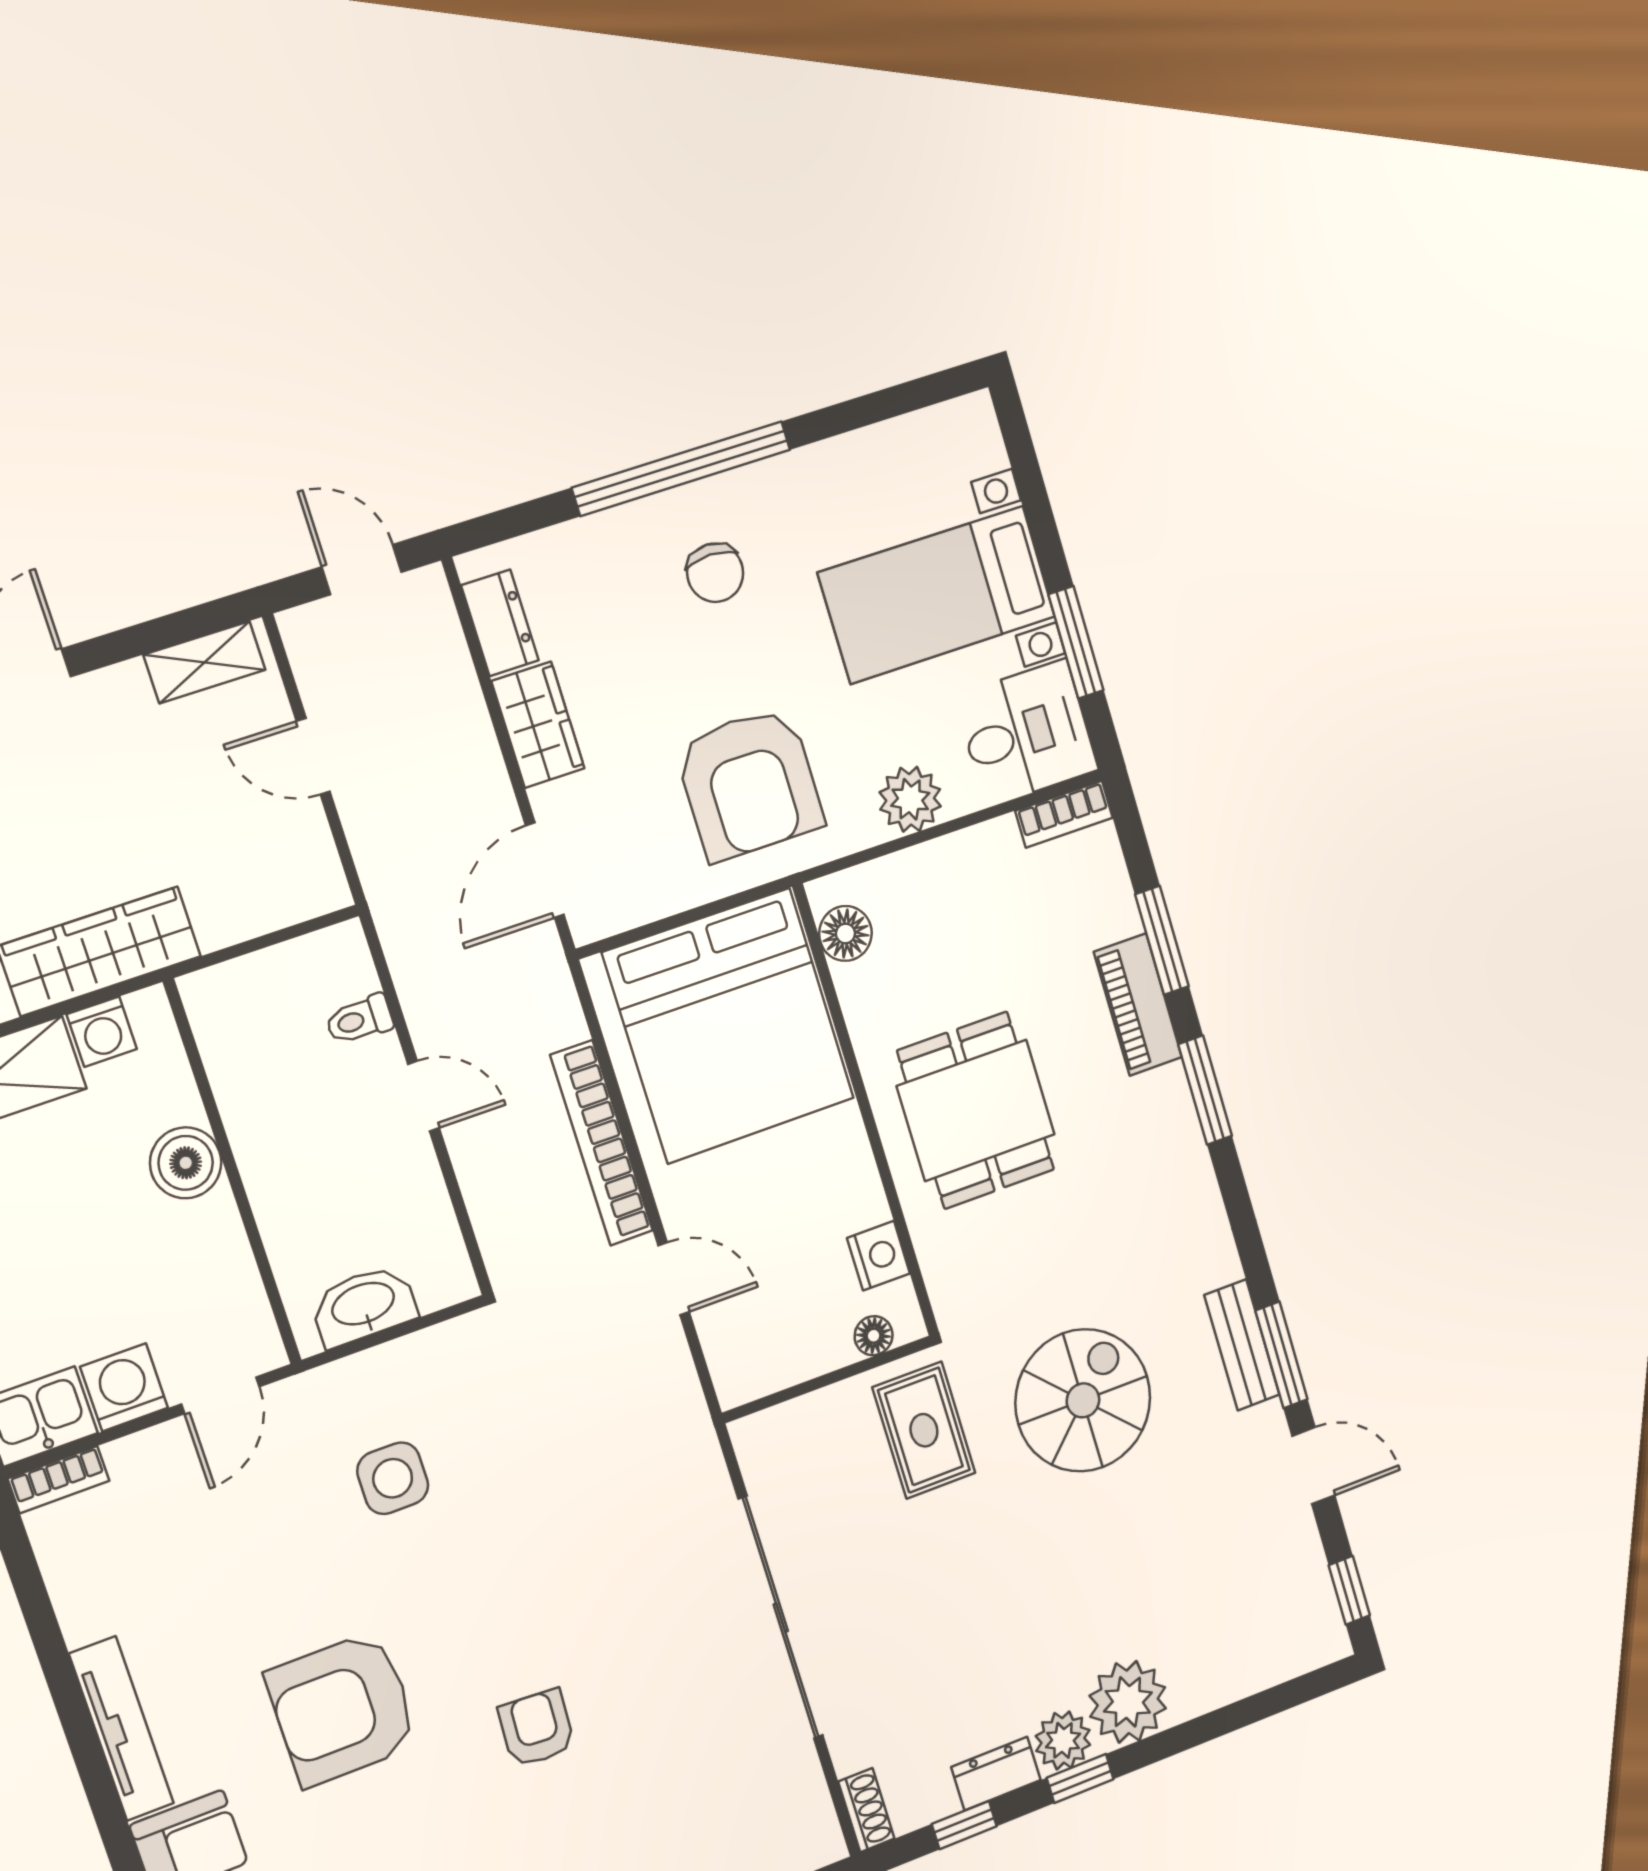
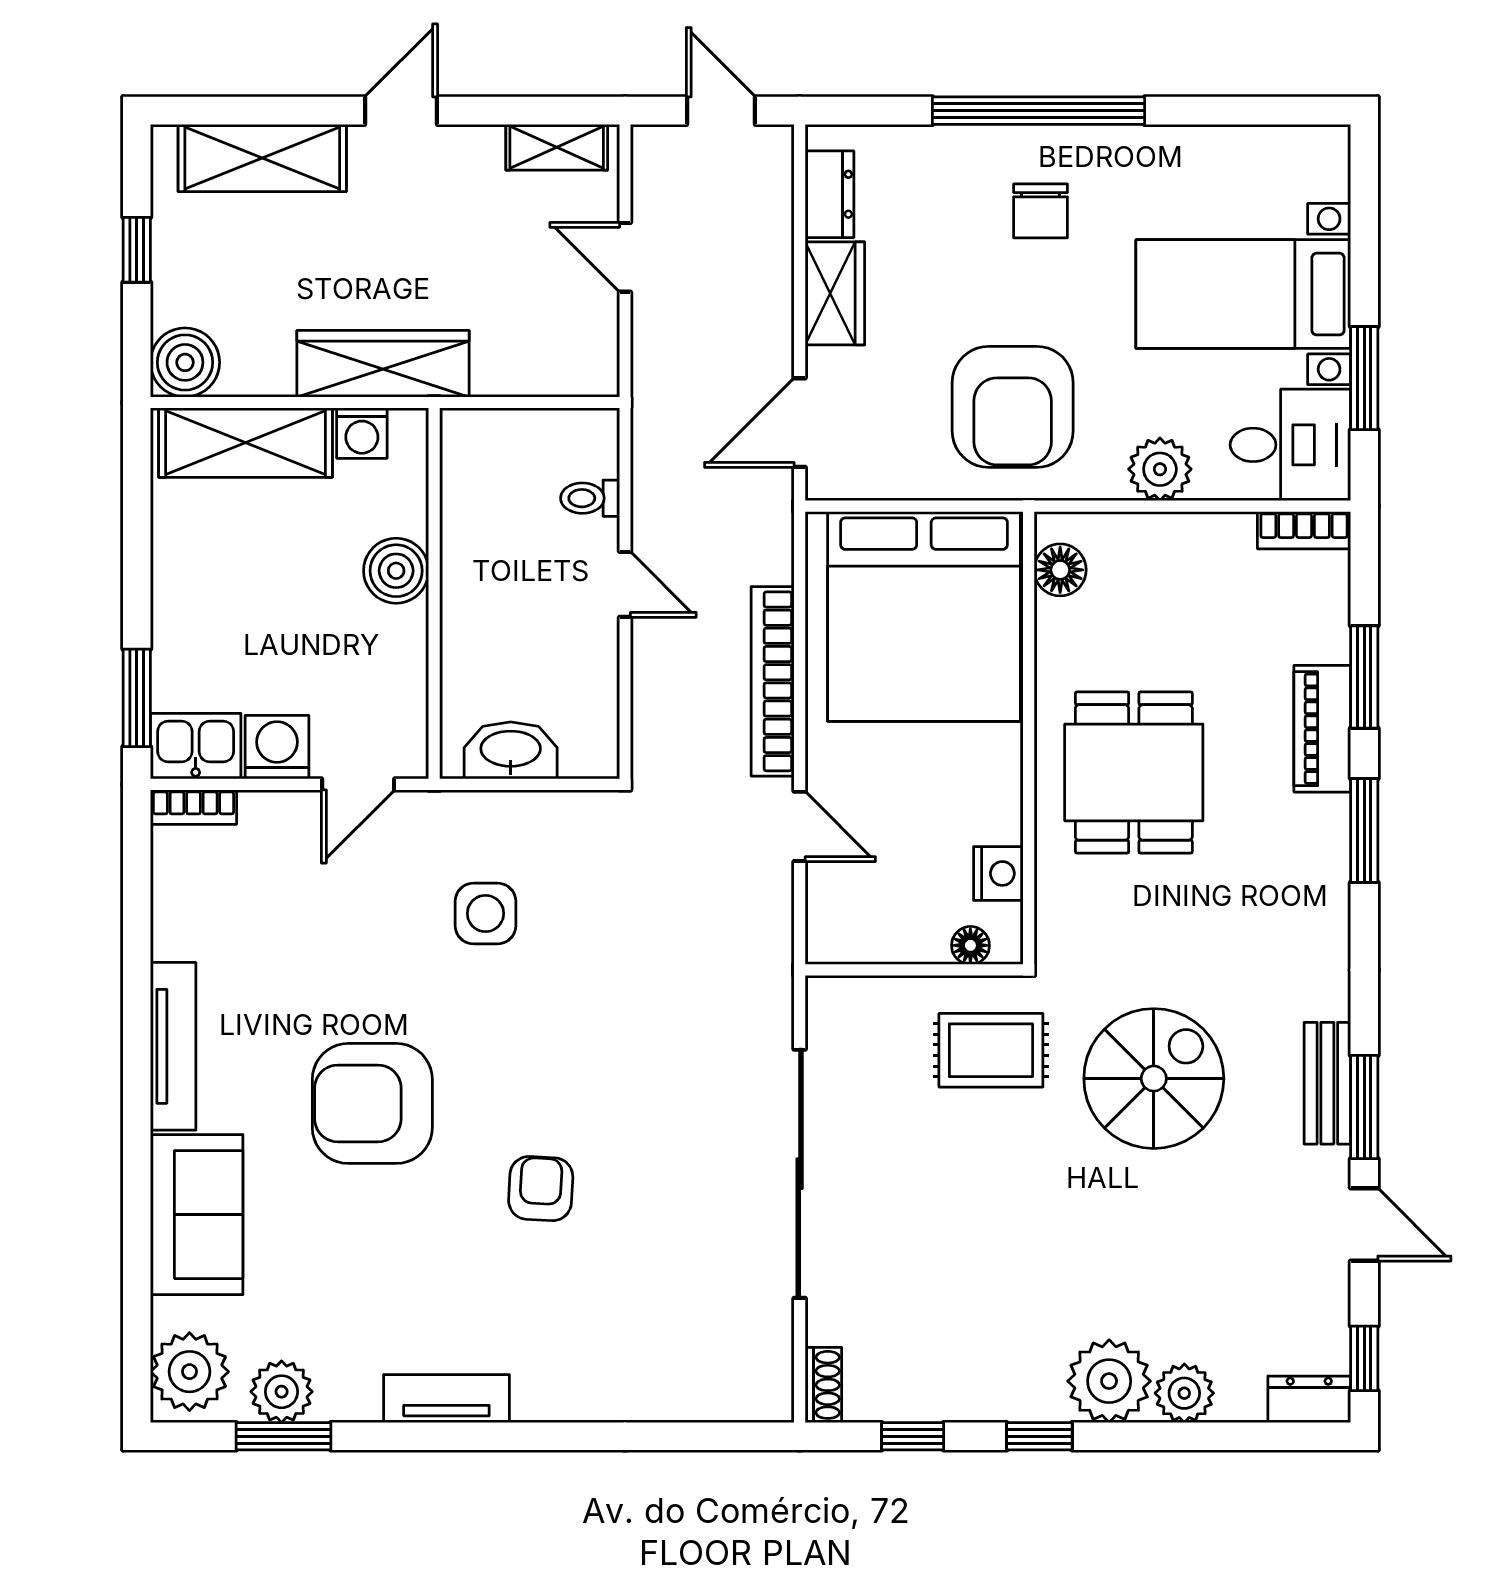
rug: (924, 1430) -> (991, 1050), turned 90
plant: (1063, 1740) -> (1184, 1393), moved
dresser: (996, 1774) -> (1309, 1399), moved

